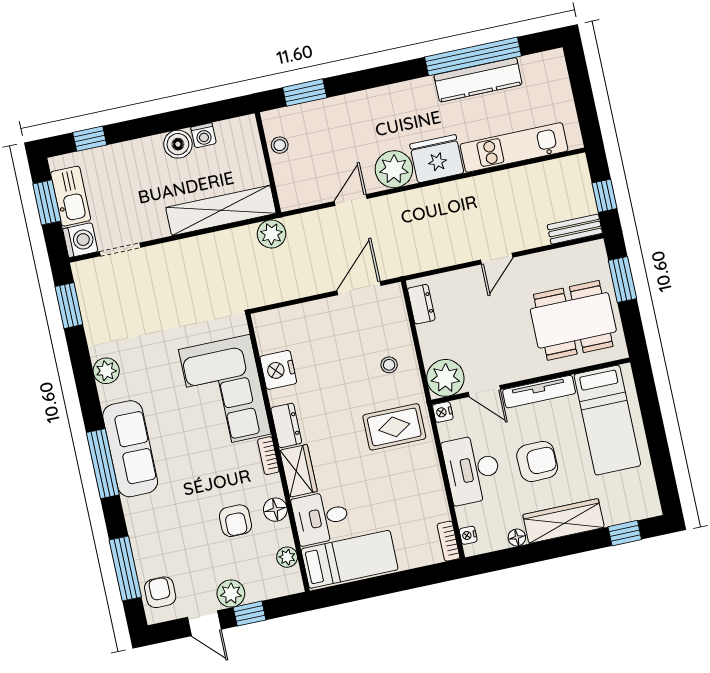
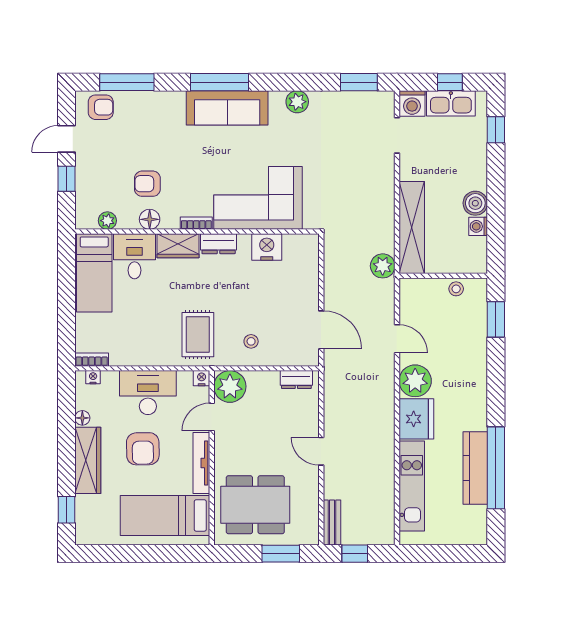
window: (47, 202) -> (450, 82), width x0.67
dining table: (573, 320) -> (255, 505), turned 90
plant: (231, 594) -> (87, 167), removed

